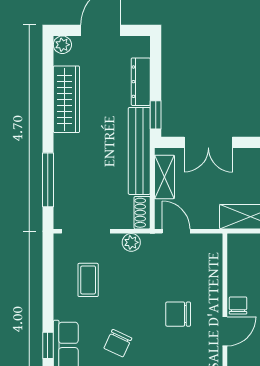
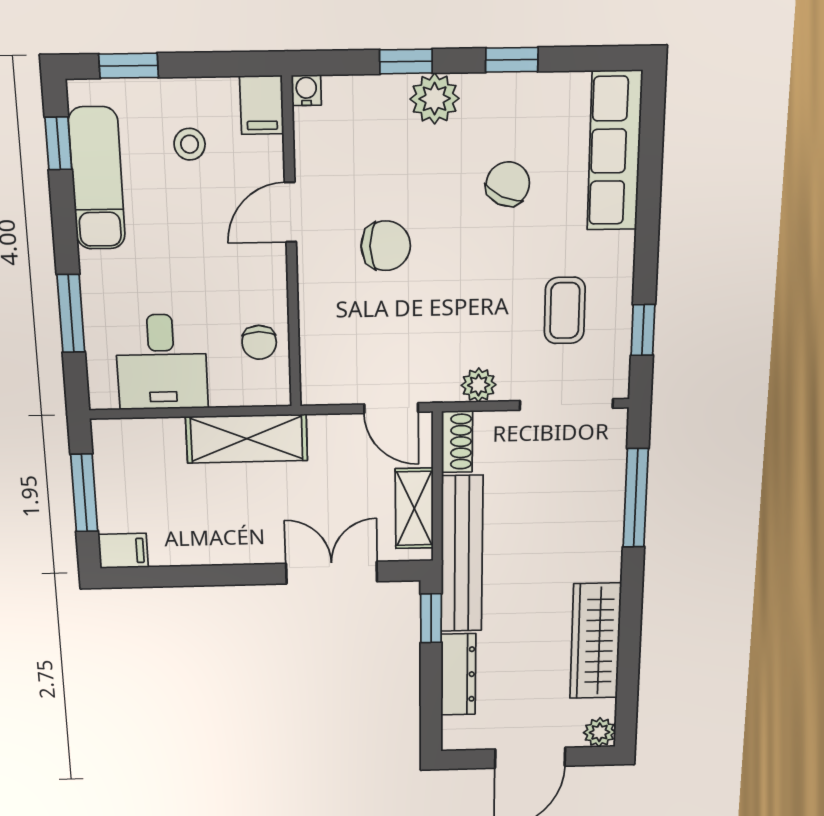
chair: (238, 305) -> (259, 342), moved
window: (48, 345) -> (643, 330), moved

